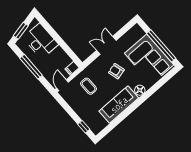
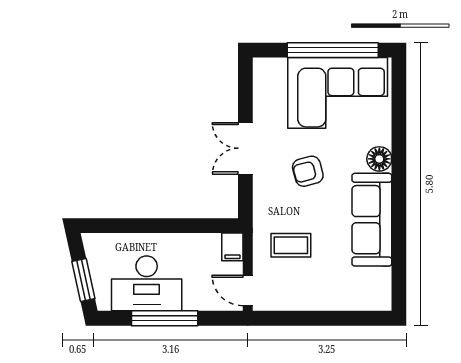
desk: (41, 41) -> (147, 283), moved, turned 180
window: (84, 127) -> (357, 318), removed

